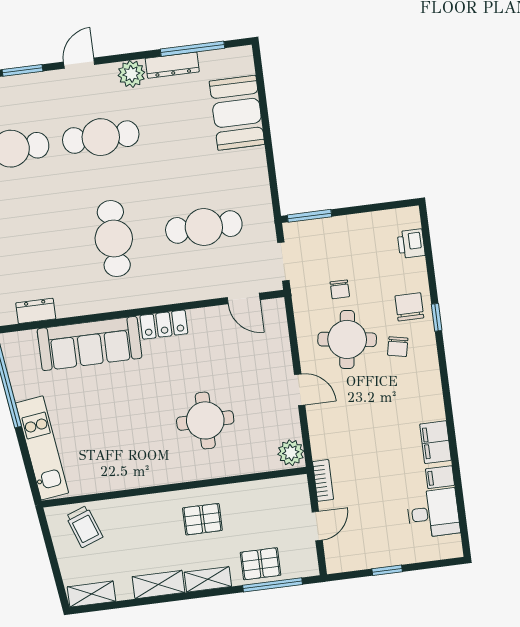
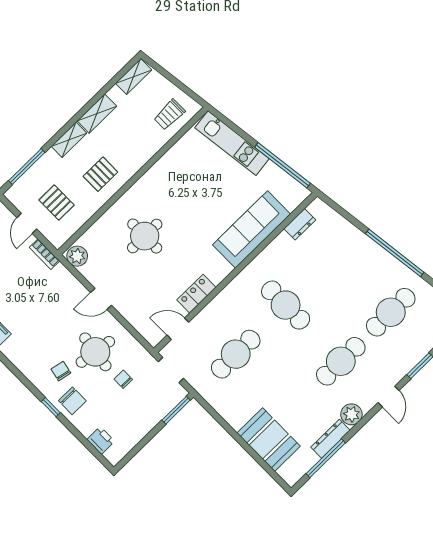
locker: (164, 325) -> (196, 294), moved
trolley: (84, 527) -> (169, 115), turned -70
pallet: (261, 564) -> (57, 203), moved, turned 90

